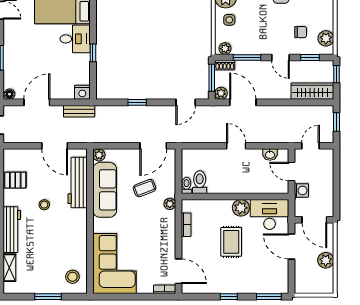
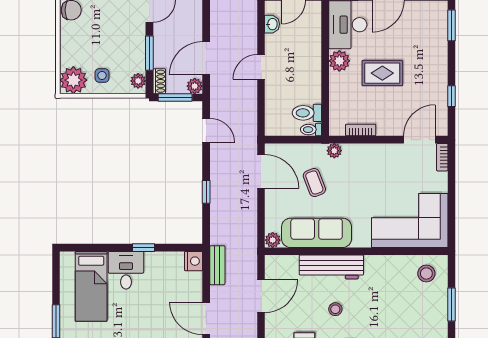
workbench: (78, 182) -> (331, 267), moved
window: (229, 297) -> (451, 96), moved

